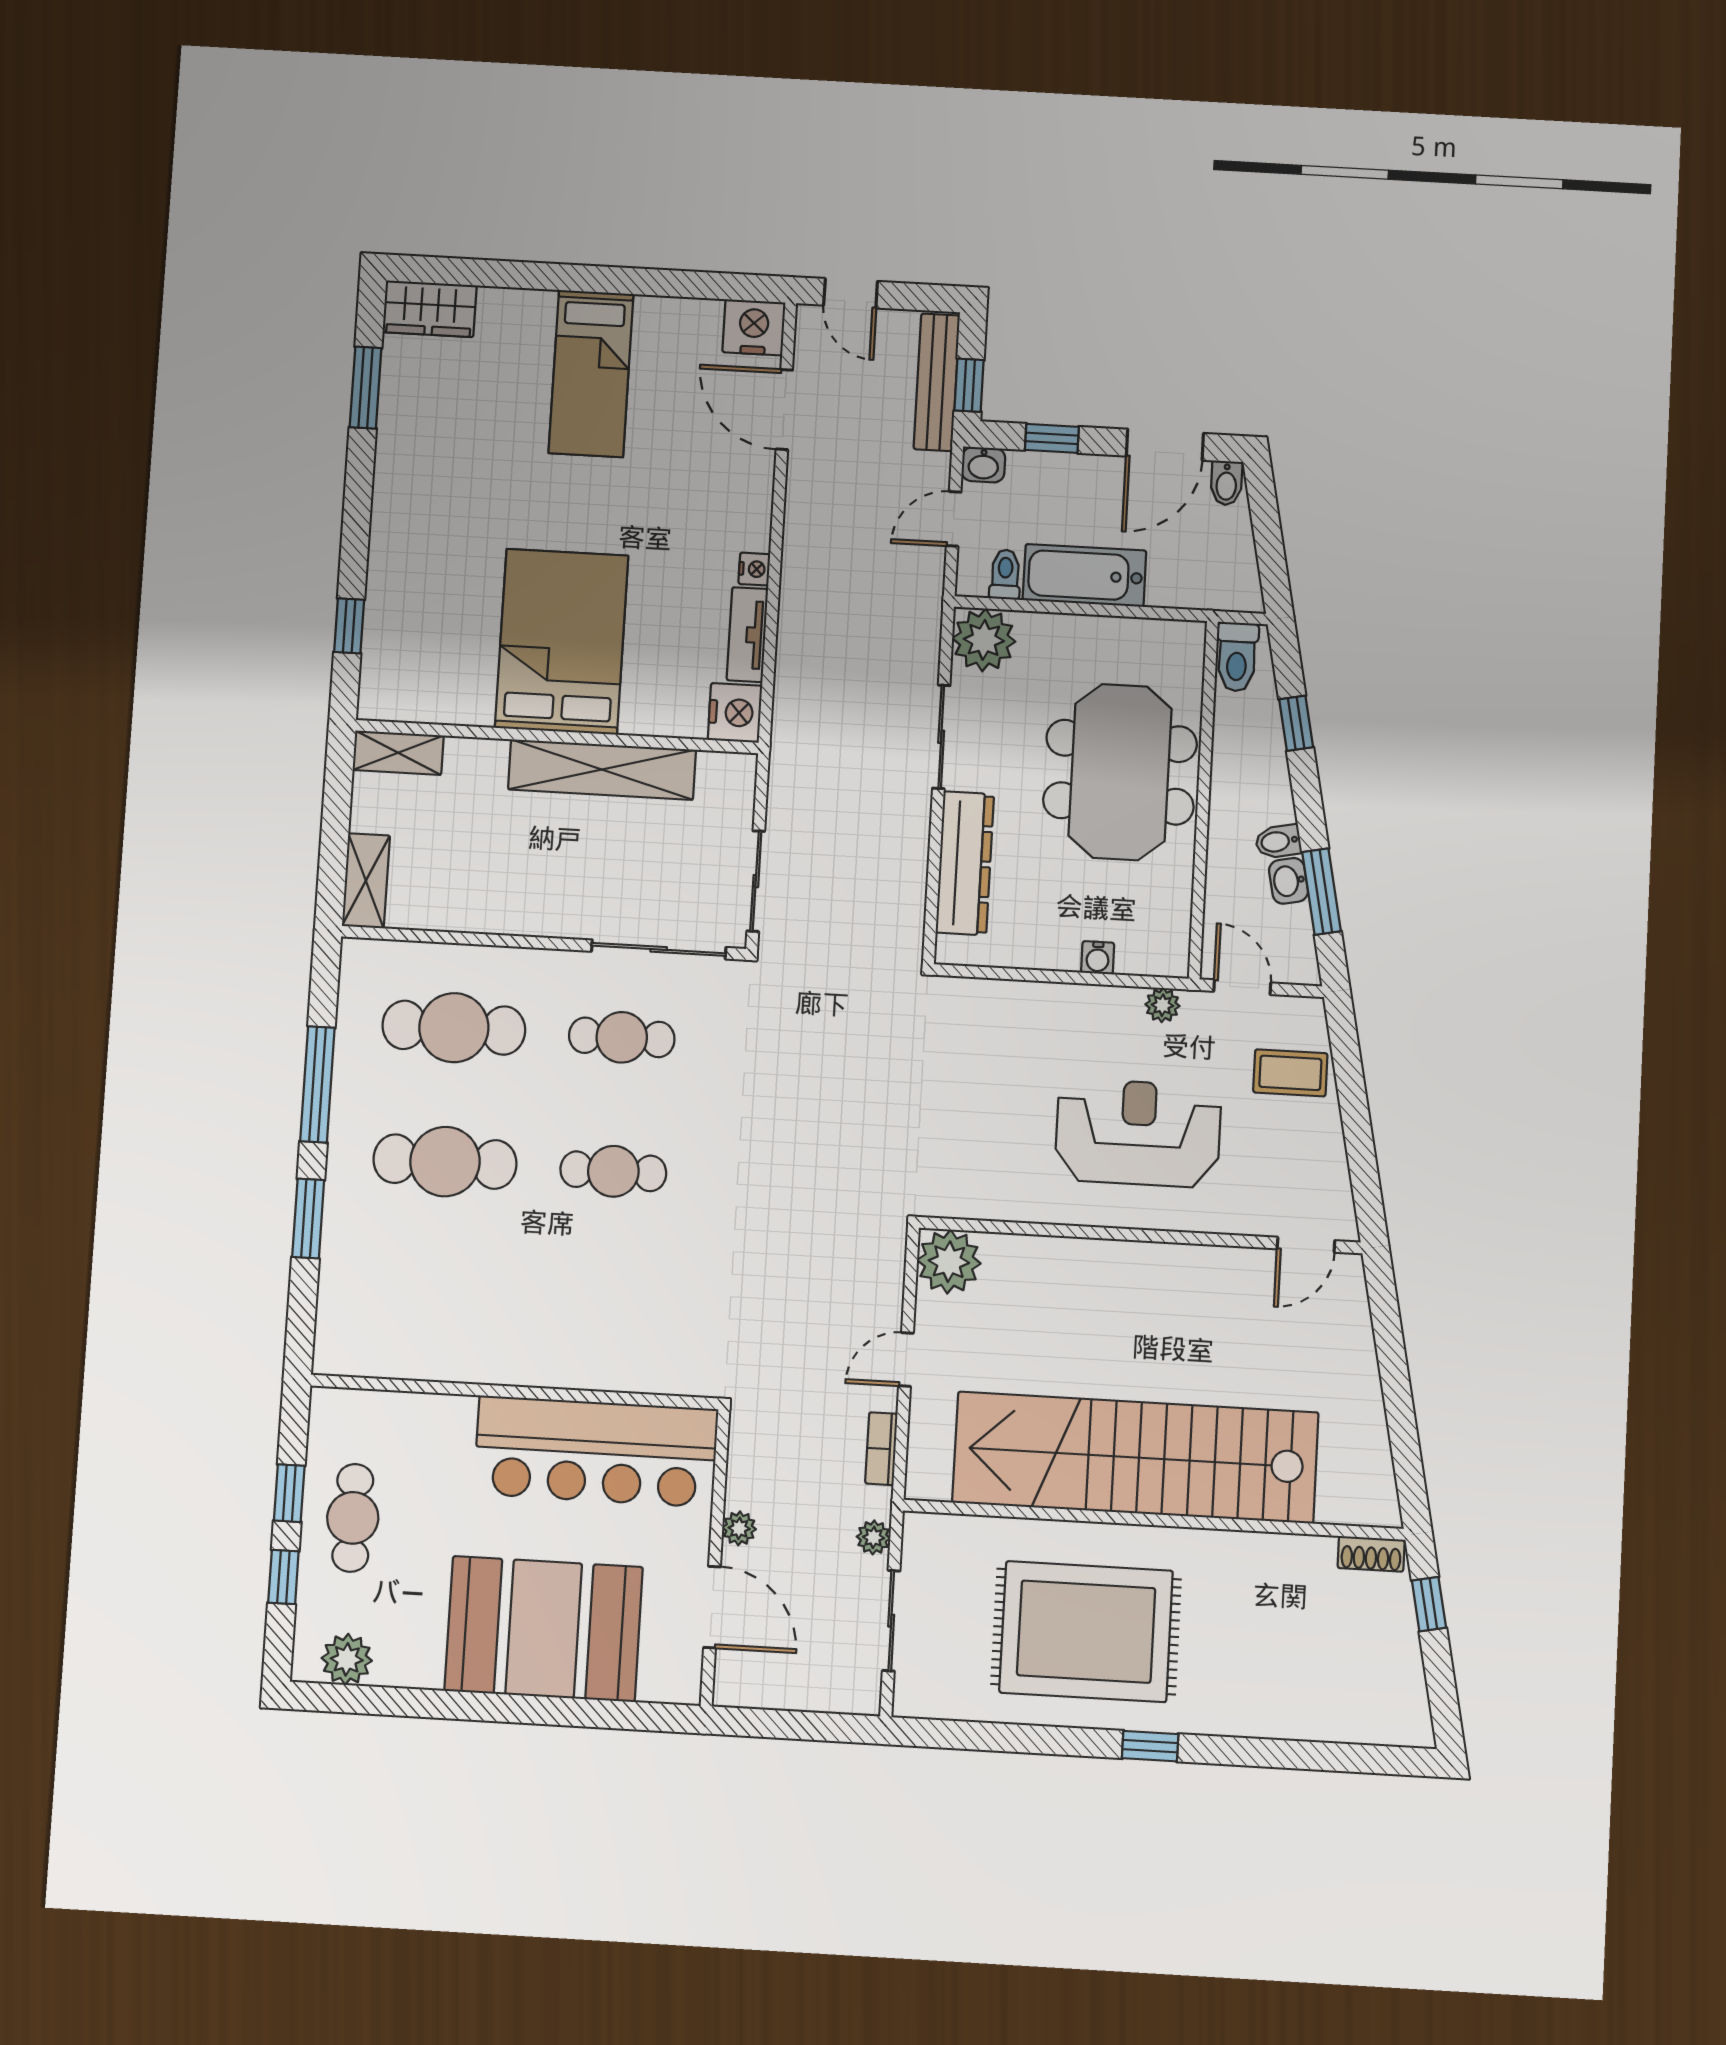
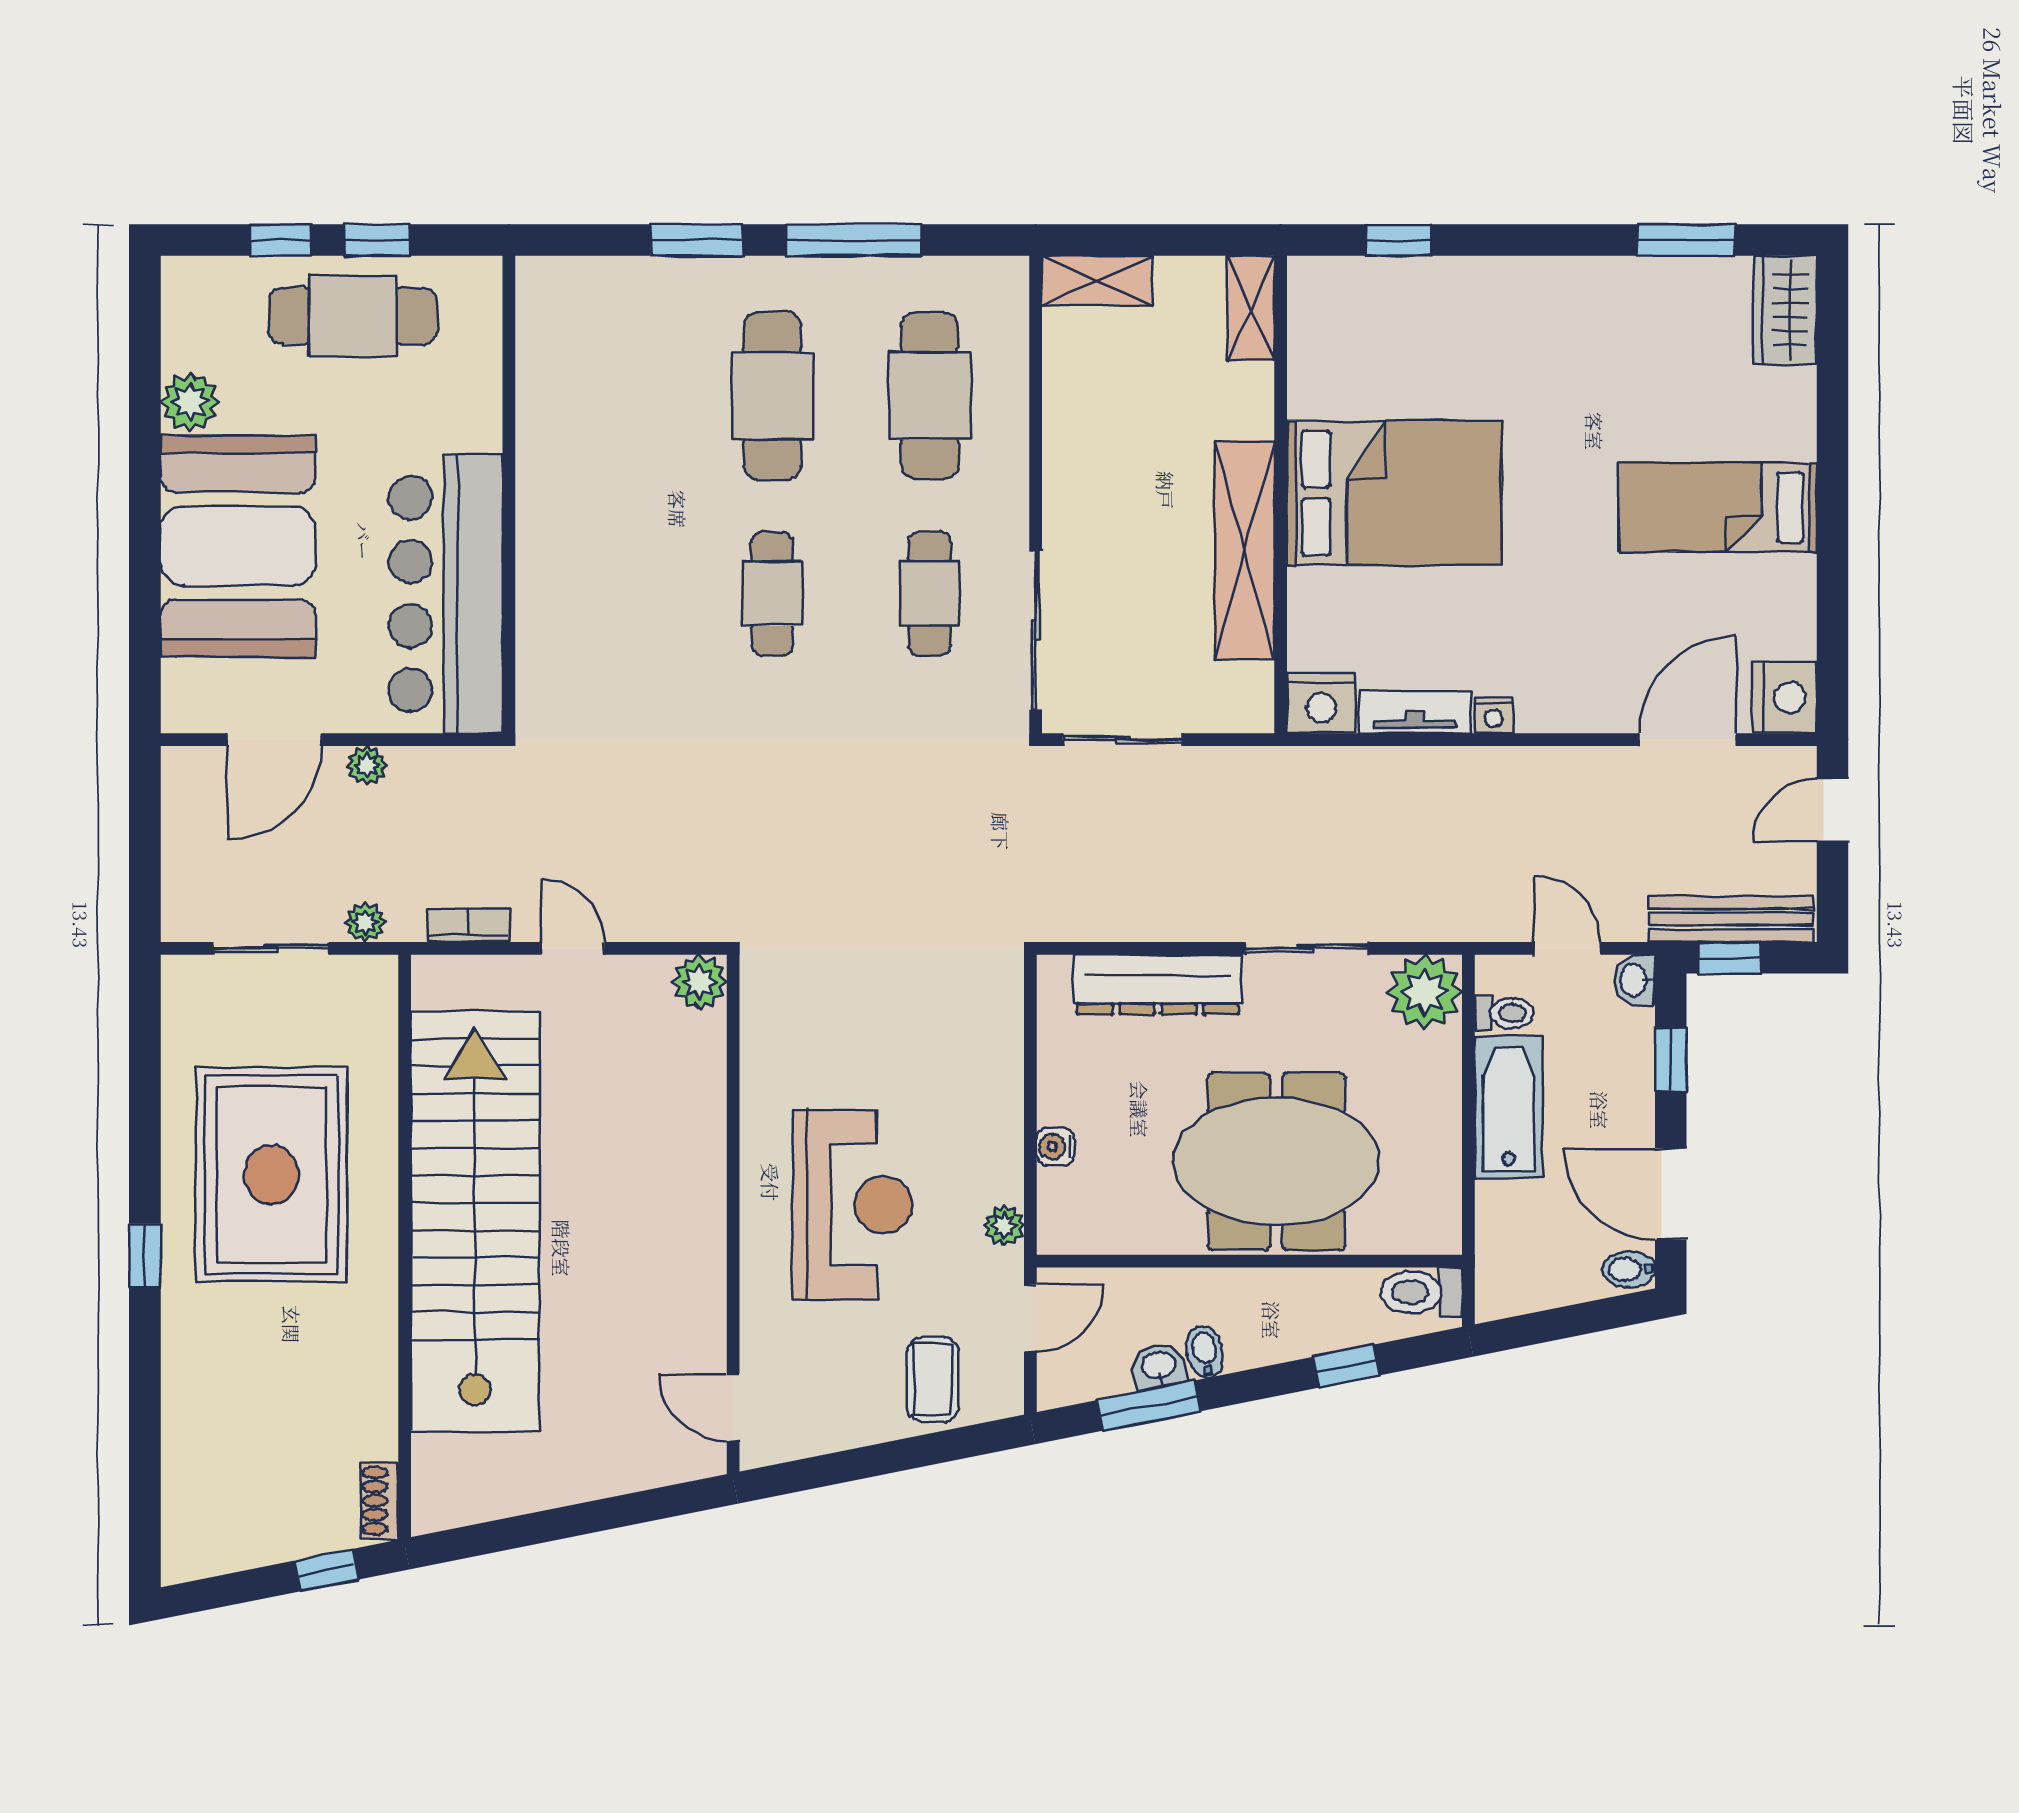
plant: (949, 1262) -> (699, 982), width x0.73, depth x0.73
cafe table: (353, 1518) -> (353, 316), width x1.37, depth x1.35
plant: (347, 1659) -> (190, 402), moved

